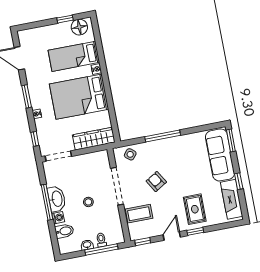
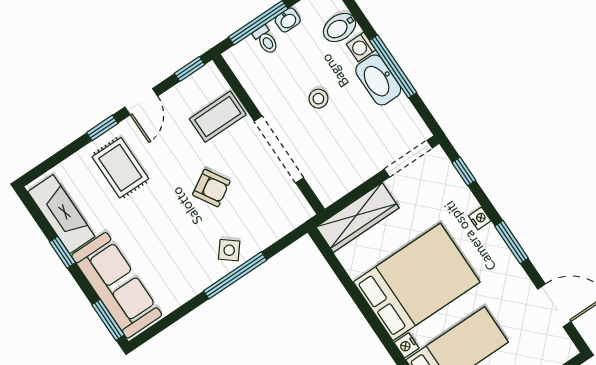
side table: (130, 154) -> (229, 250), moved

